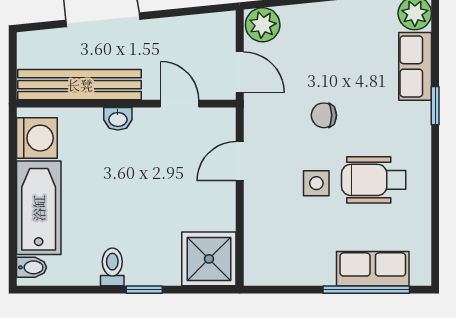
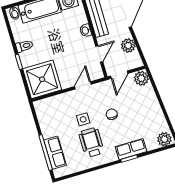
plant: (180, 33) -> (128, 46), added
row of seats: (415, 66) -> (131, 149), moved
door: (240, 161) -> (83, 85), hinge flipped
shower: (209, 259) -> (42, 79), width x1.37, depth x1.37

